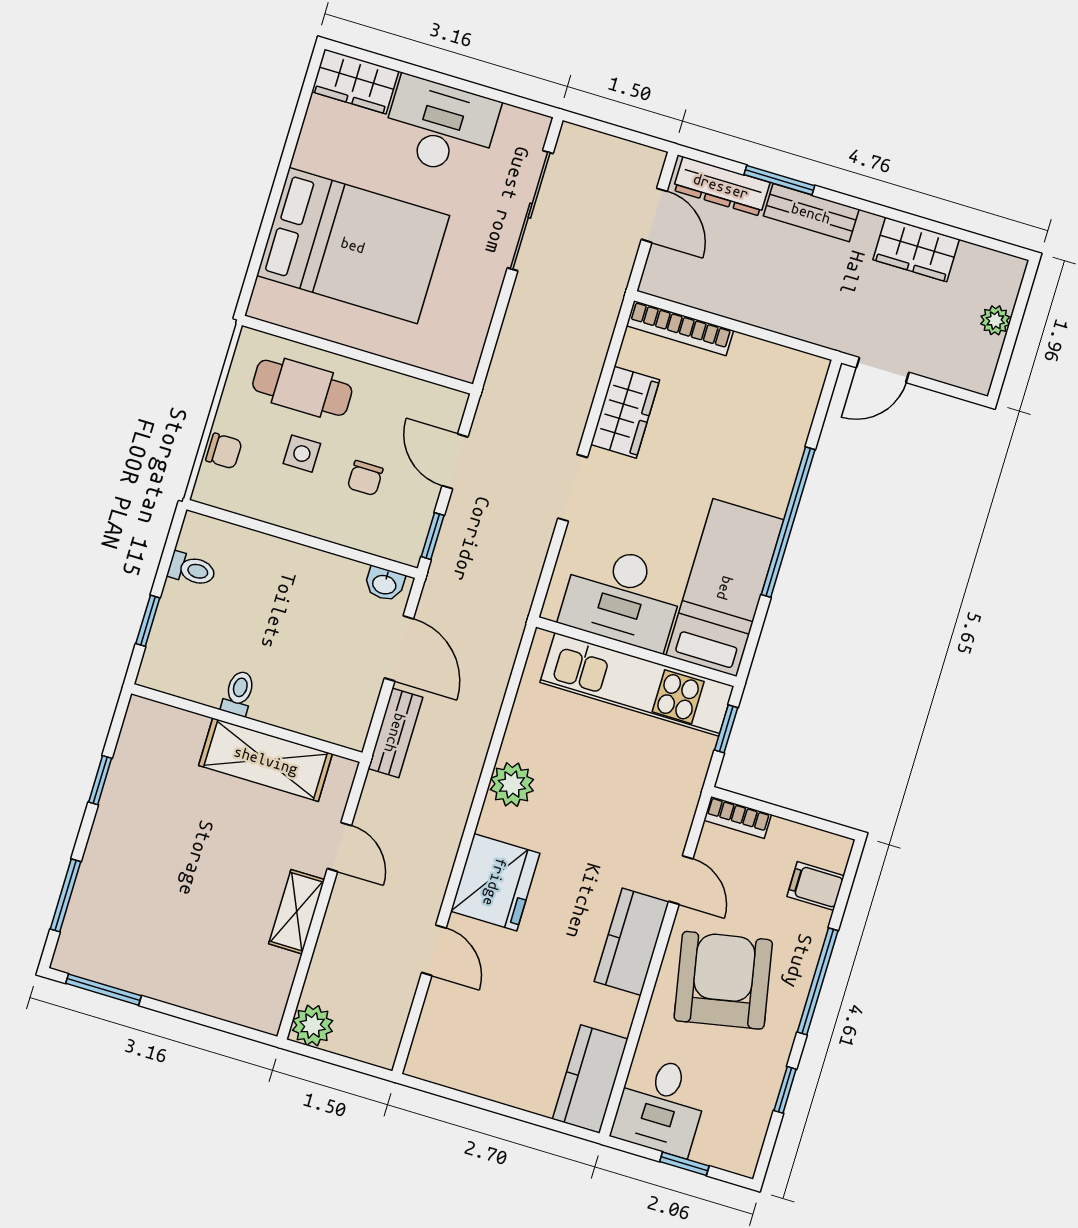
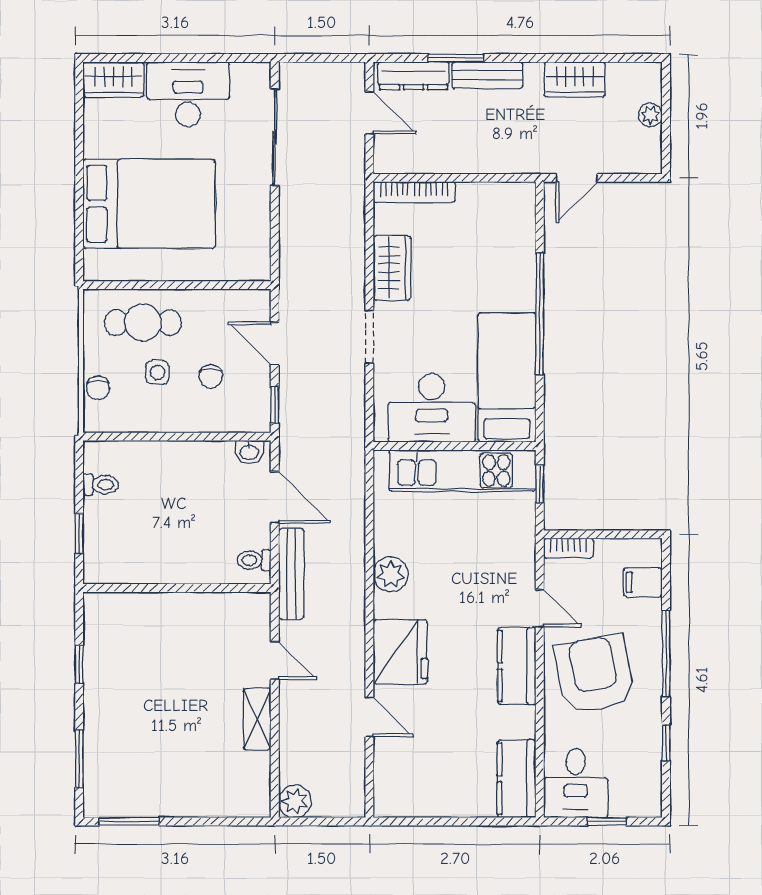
chair: (224, 451) -> (98, 388), turned 90
toilet: (239, 693) -> (254, 560), moved, turned -90
bench: (395, 733) -> (291, 574), width x1.36
shelving: (266, 760) -> (199, 611), removed

